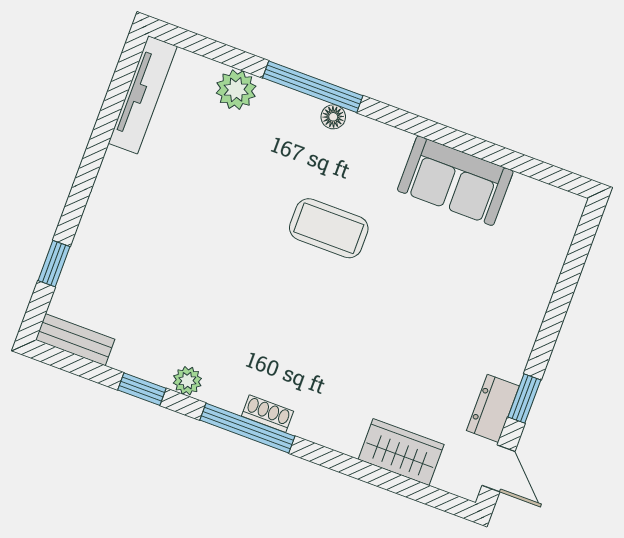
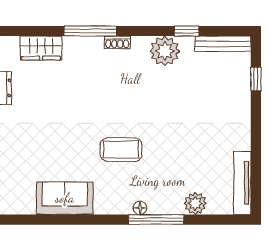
bench: (75, 340) -> (223, 44), width x1.36
plant: (187, 381) -> (165, 51), width x1.87, depth x1.87
window: (247, 428) -> (90, 31), moved

